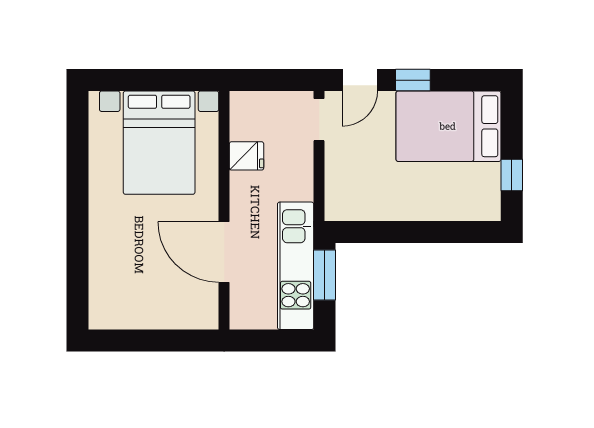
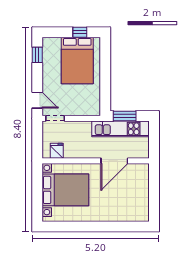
window: (413, 80) -> (37, 55), moved
bed: (448, 126) -> (77, 60), moved
fridge: (247, 156) -> (57, 151), moved

